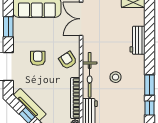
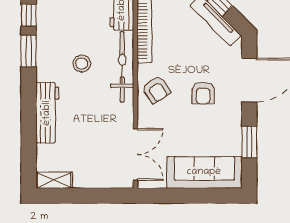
workbench: (138, 40) -> (47, 113), width x1.38

